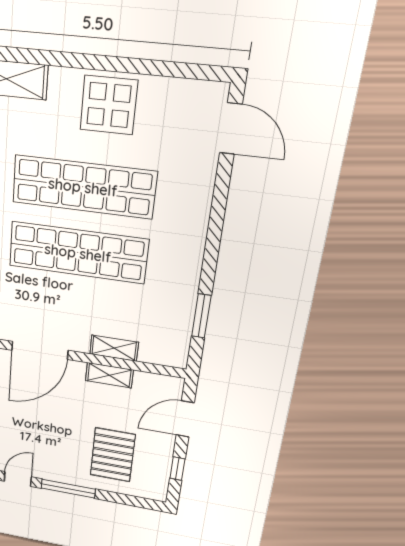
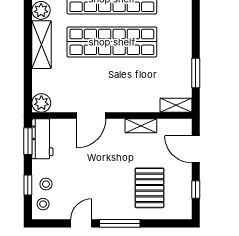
shelving: (114, 348) -> (176, 105), moved
door: (40, 350) -> (91, 116), width x0.73
door: (185, 419) -> (196, 149), hinge flipped

